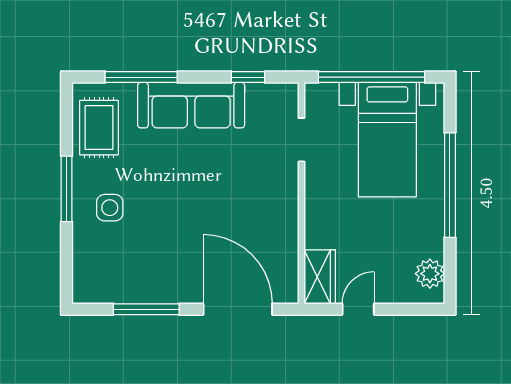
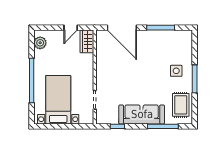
window: (372, 77) -> (65, 126), removed

